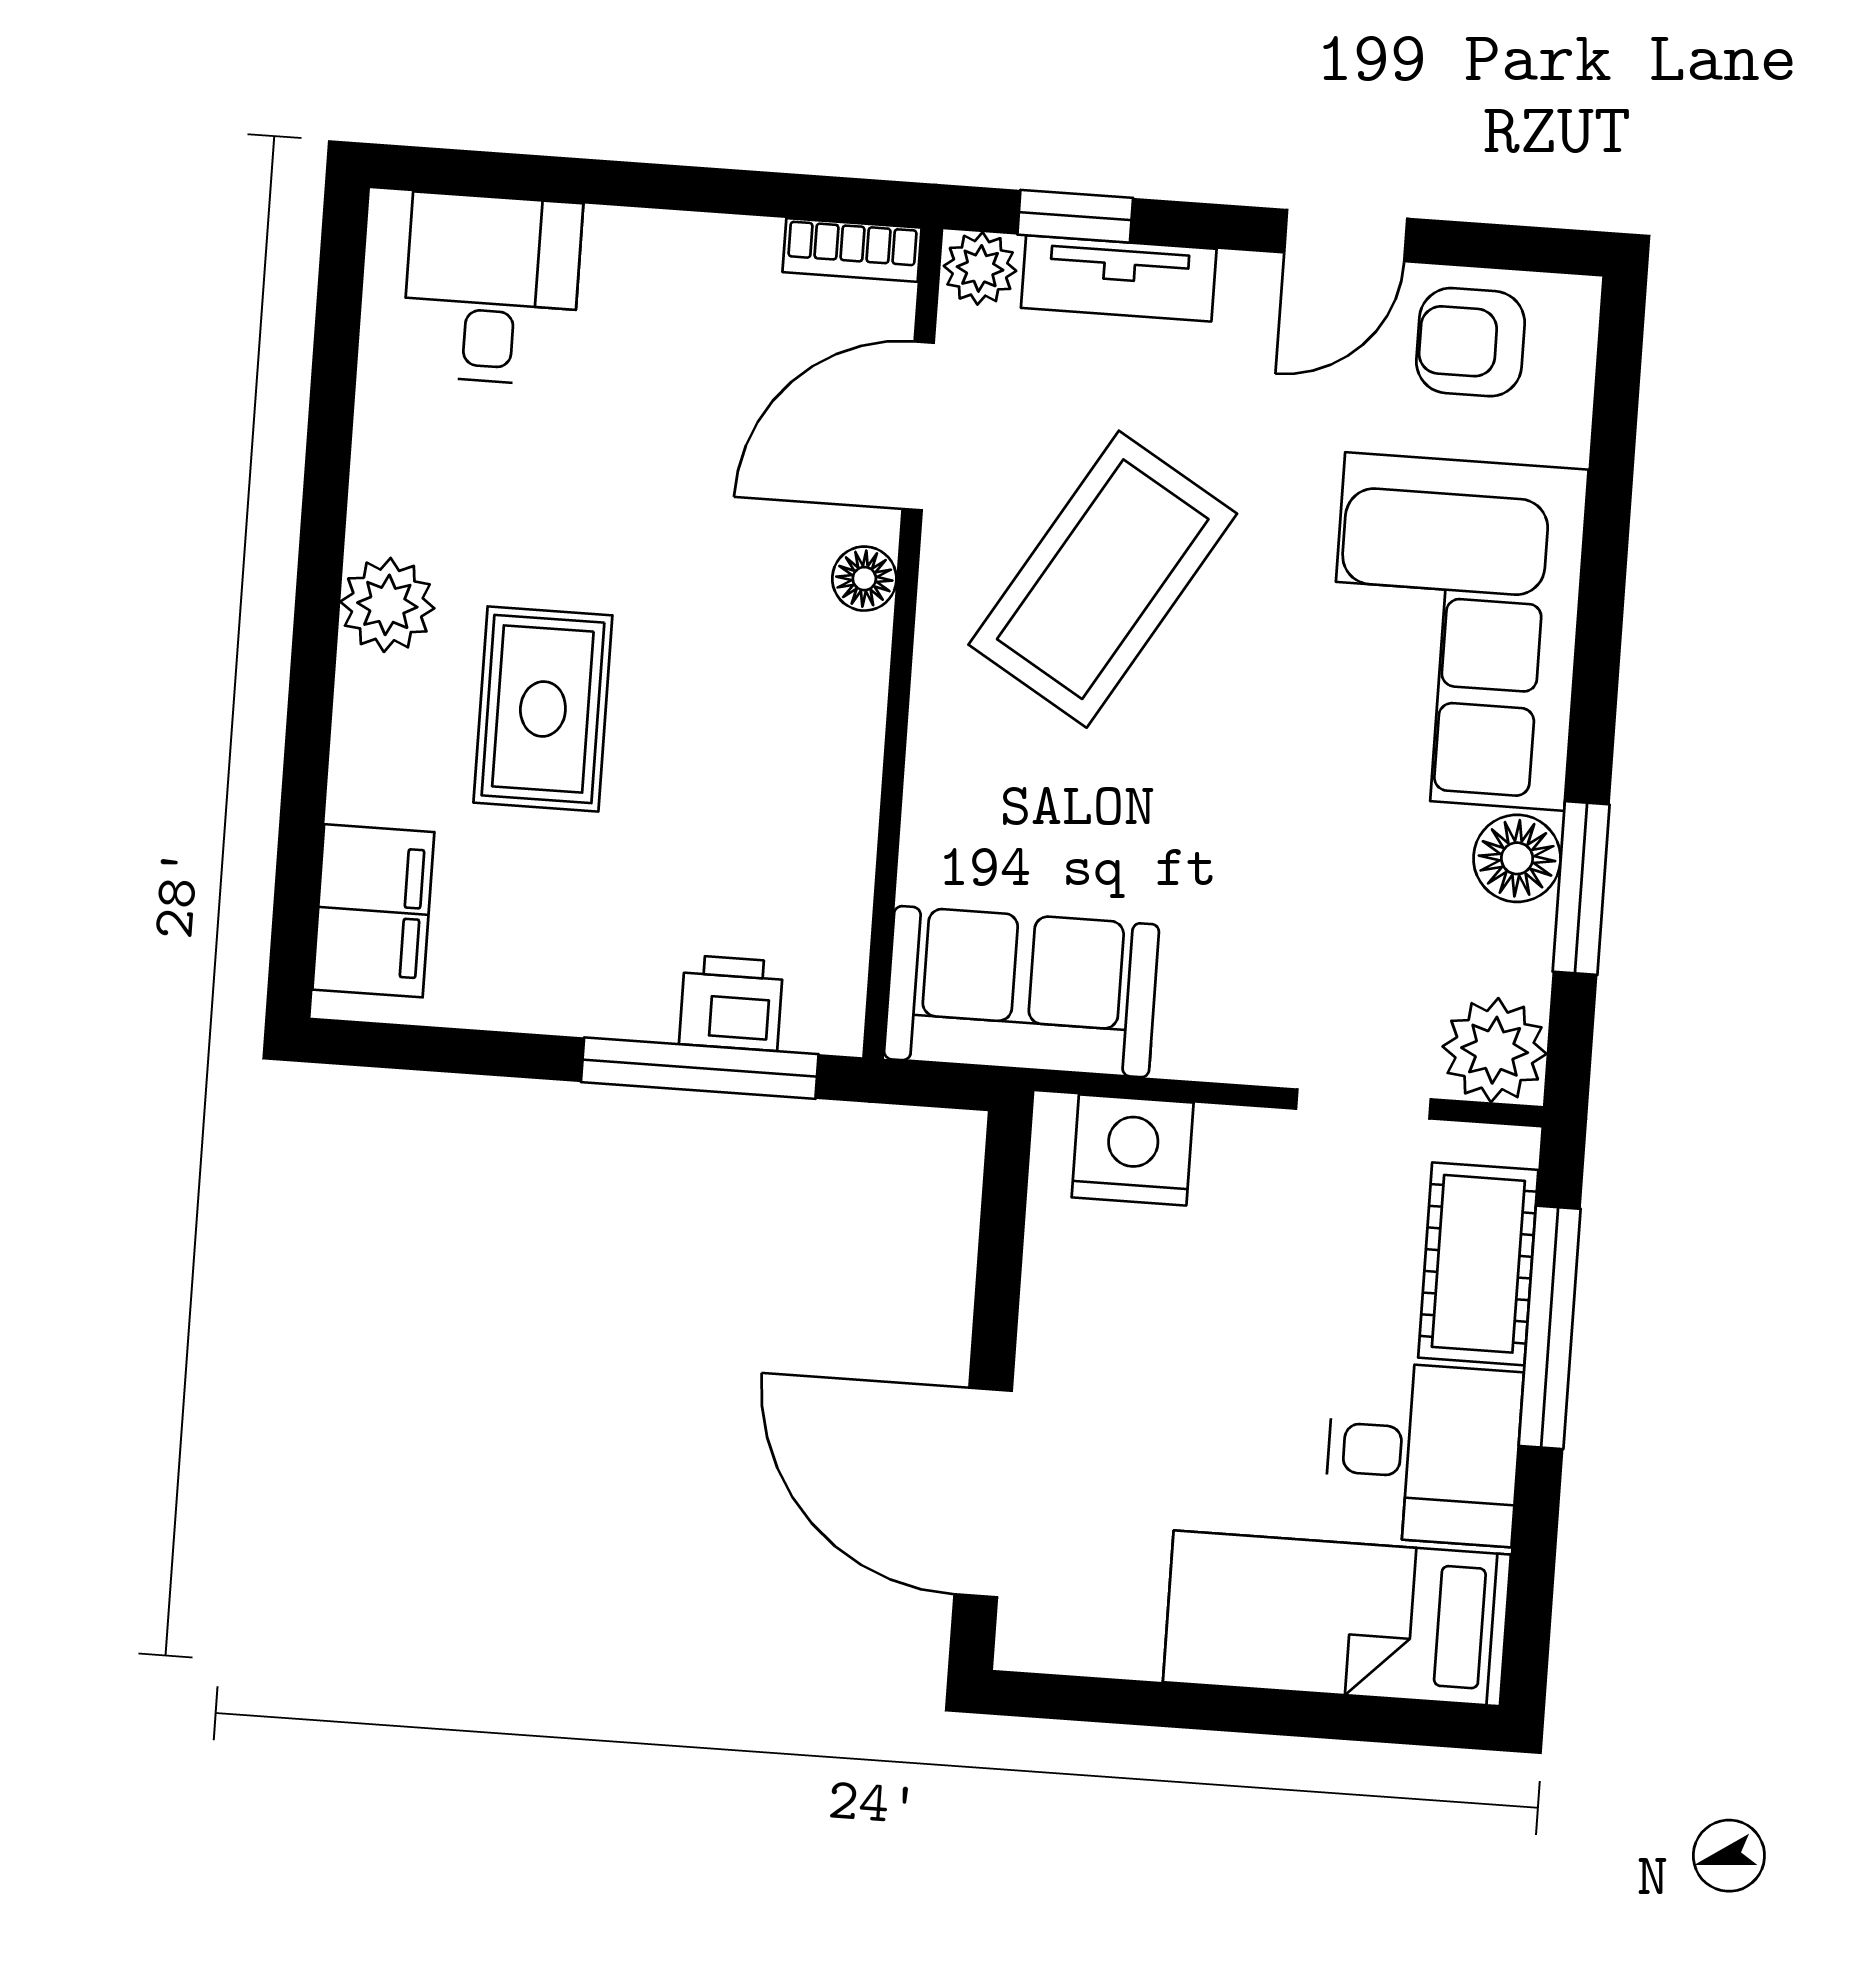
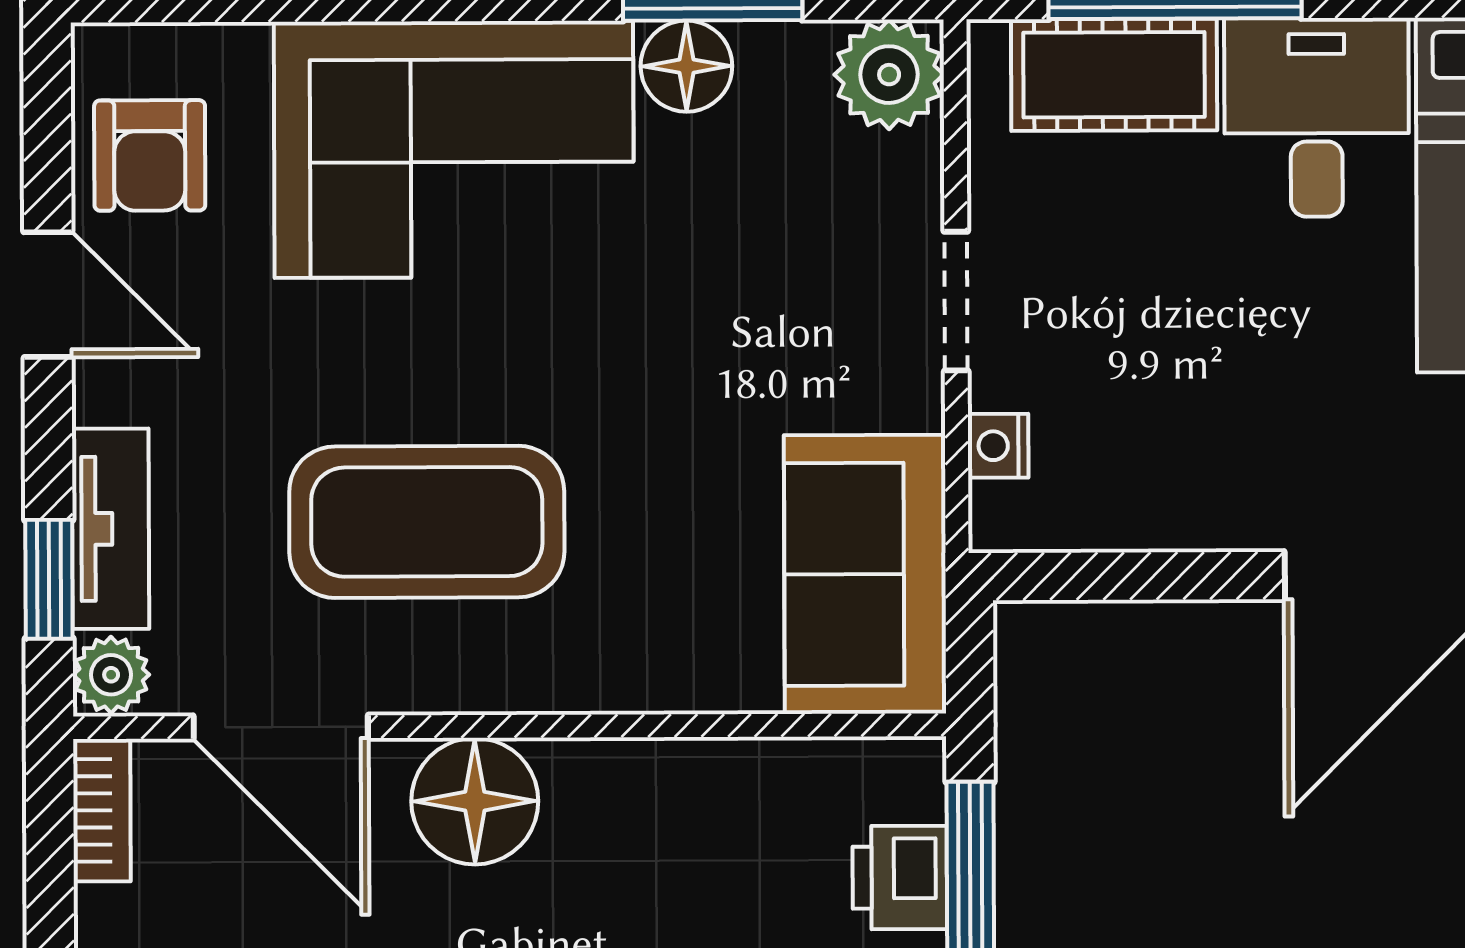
floor lamp: (864, 579) -> (475, 801), width x1.89, depth x1.89
coffee table: (1103, 579) -> (427, 522), turned -31
doorway: (1363, 1104) -> (956, 301), moved
nightstand: (1133, 1150) -> (998, 446), width x0.53, depth x0.56

